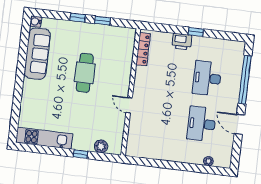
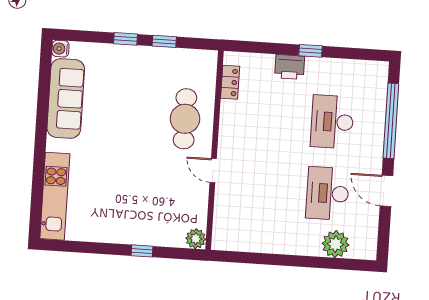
locker: (143, 49) -> (230, 82), width x0.66
cafe table: (85, 73) -> (185, 119), moved
kitchen unit: (44, 138) -> (55, 196), moved, turned 90
plant: (101, 146) -> (196, 239), moved
plant: (208, 161) -> (335, 244), width x1.88, depth x1.88

